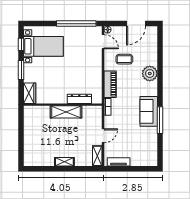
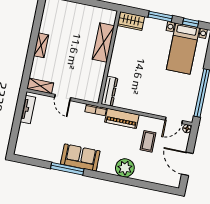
dresser: (79, 99) -> (109, 91), moved
shelving: (66, 112) -> (103, 42), moved

